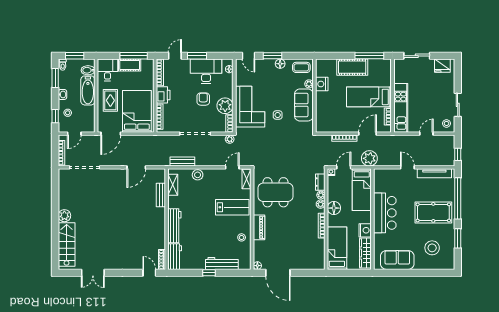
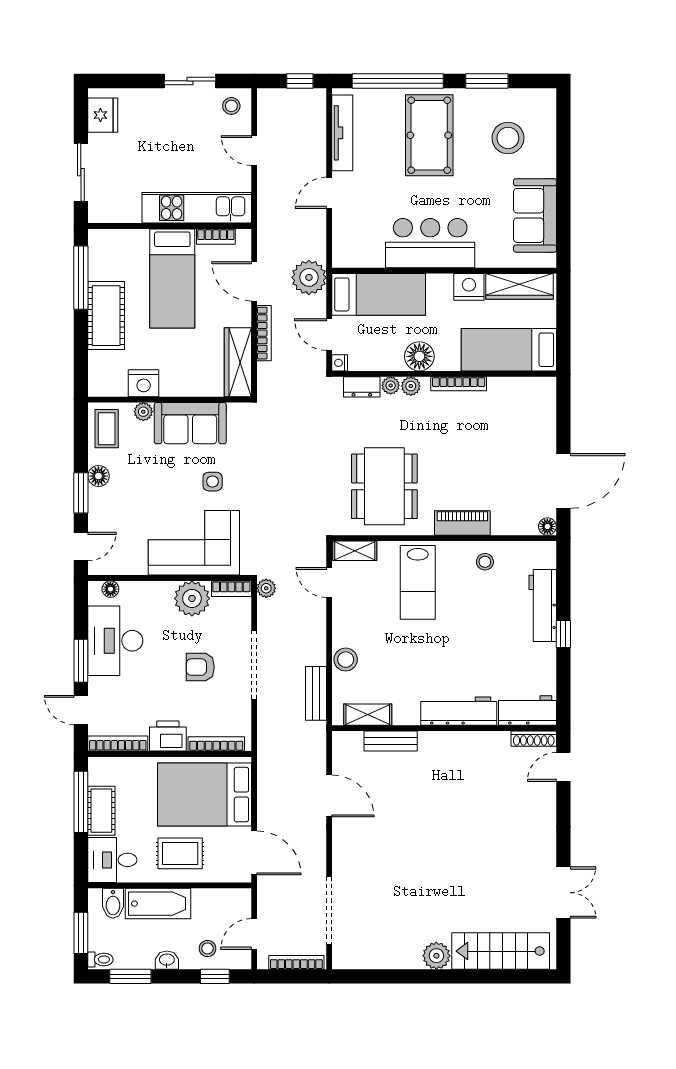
armchair: (203, 99) -> (200, 667), moved
wardrobe: (331, 126) -> (238, 362), added
door: (74, 134) -> (254, 934), swing flipped
lab bench: (232, 207) -> (418, 582), turned 180

